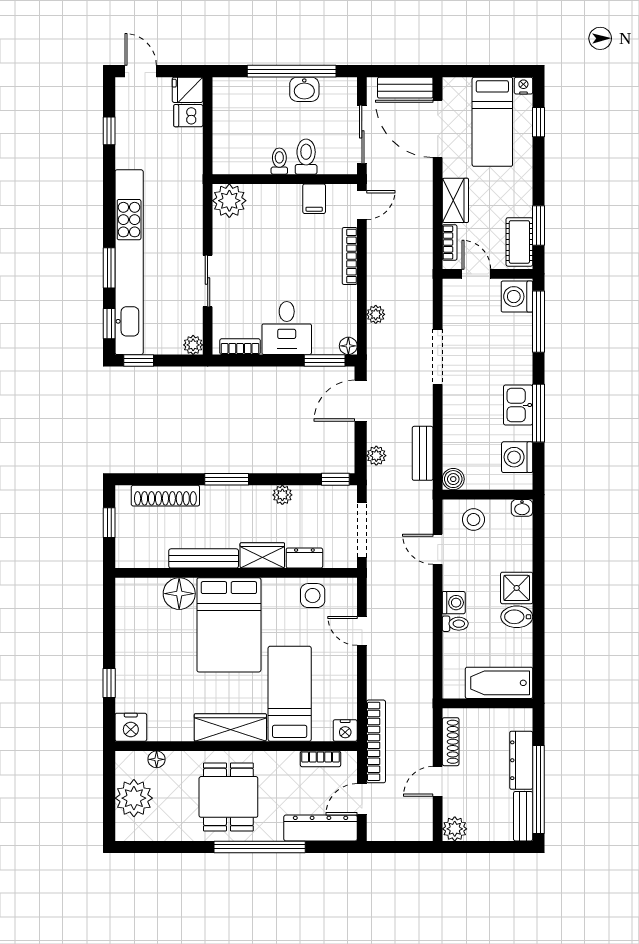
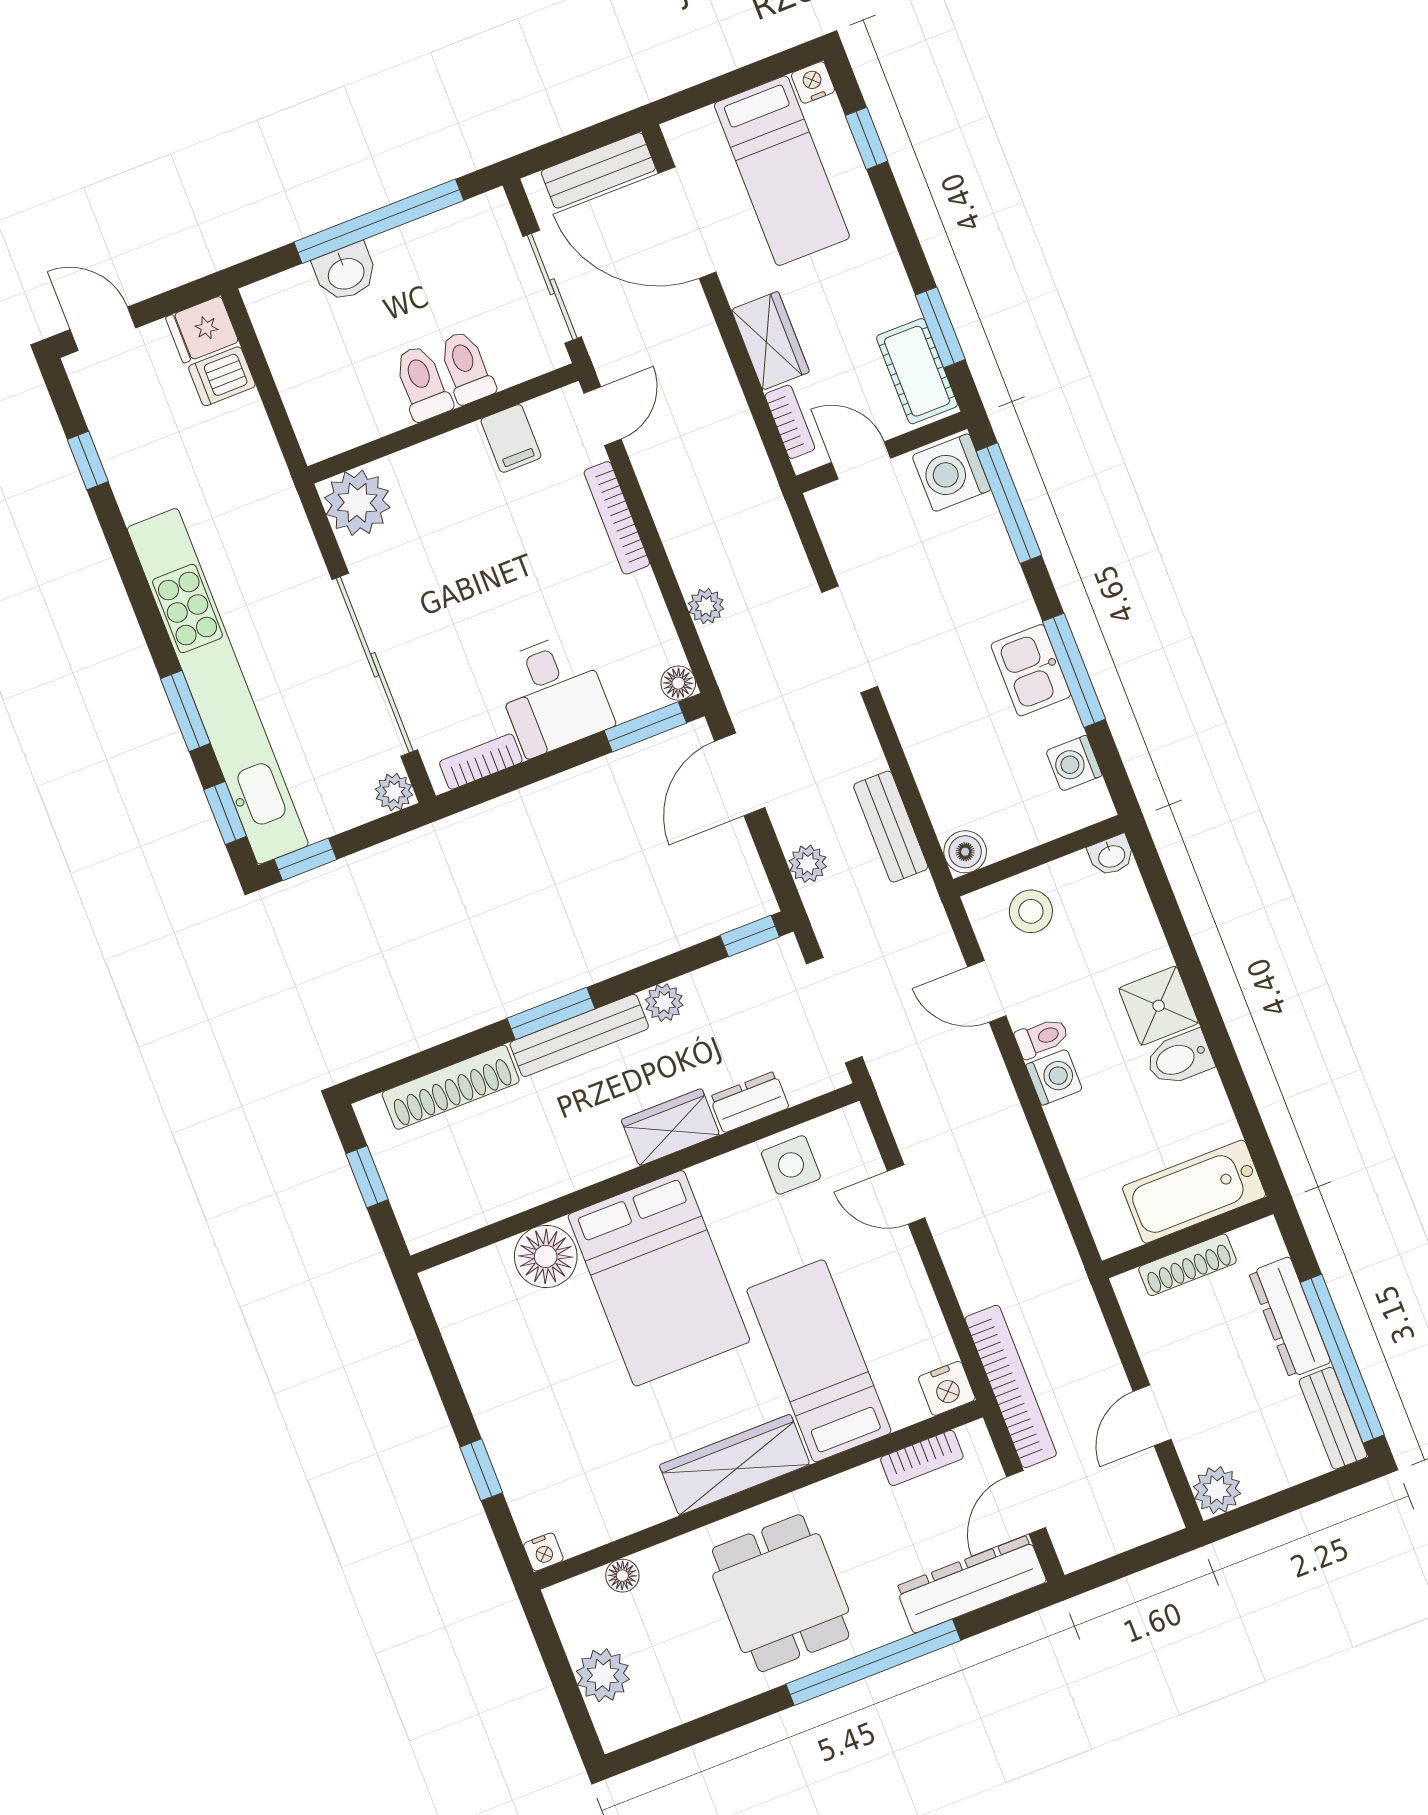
washbasin: (304, 89) -> (346, 272), moved
toilet: (279, 161) -> (422, 383), width x1.37, depth x1.39
sliding door: (208, 281) -> (375, 665), width x1.86
washing machine: (517, 457) -> (1074, 763), width x0.73, depth x0.73
bench: (204, 558) -> (579, 1035), moved
toilet: (455, 624) -> (1042, 1038), moved
nightstand: (131, 727) -> (543, 1552), width x0.53, depth x0.56
shoe rack: (451, 742) -> (1187, 1265), moved, turned 90
plant: (134, 798) -> (603, 1675), width x0.73, depth x0.73

